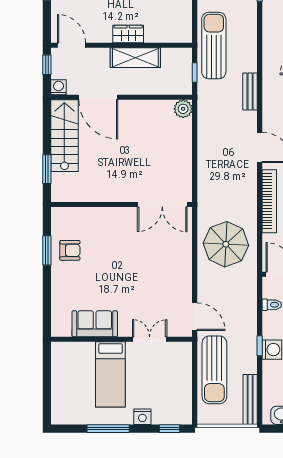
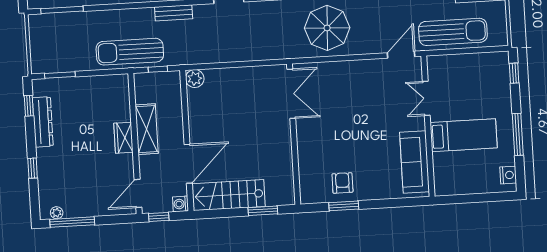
sofa: (95, 324) -> (415, 162), width x1.36
nightstand: (142, 417) -> (508, 175), moved

